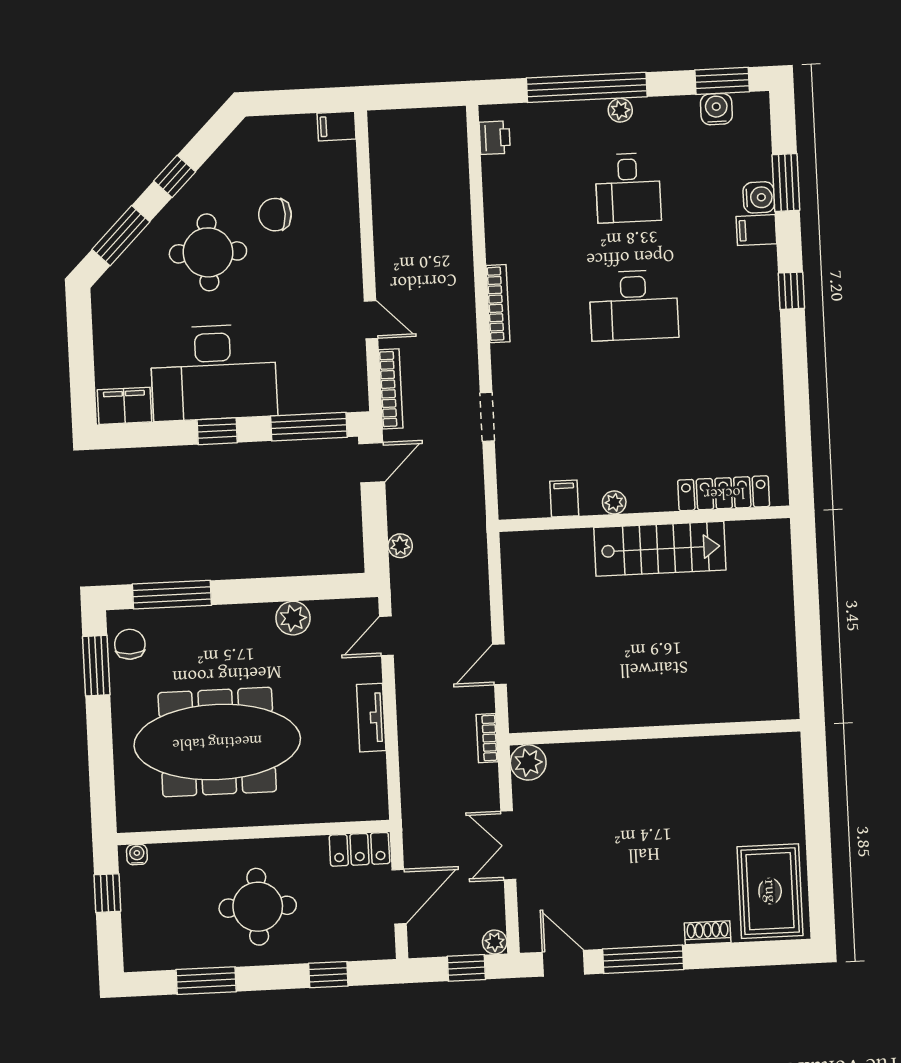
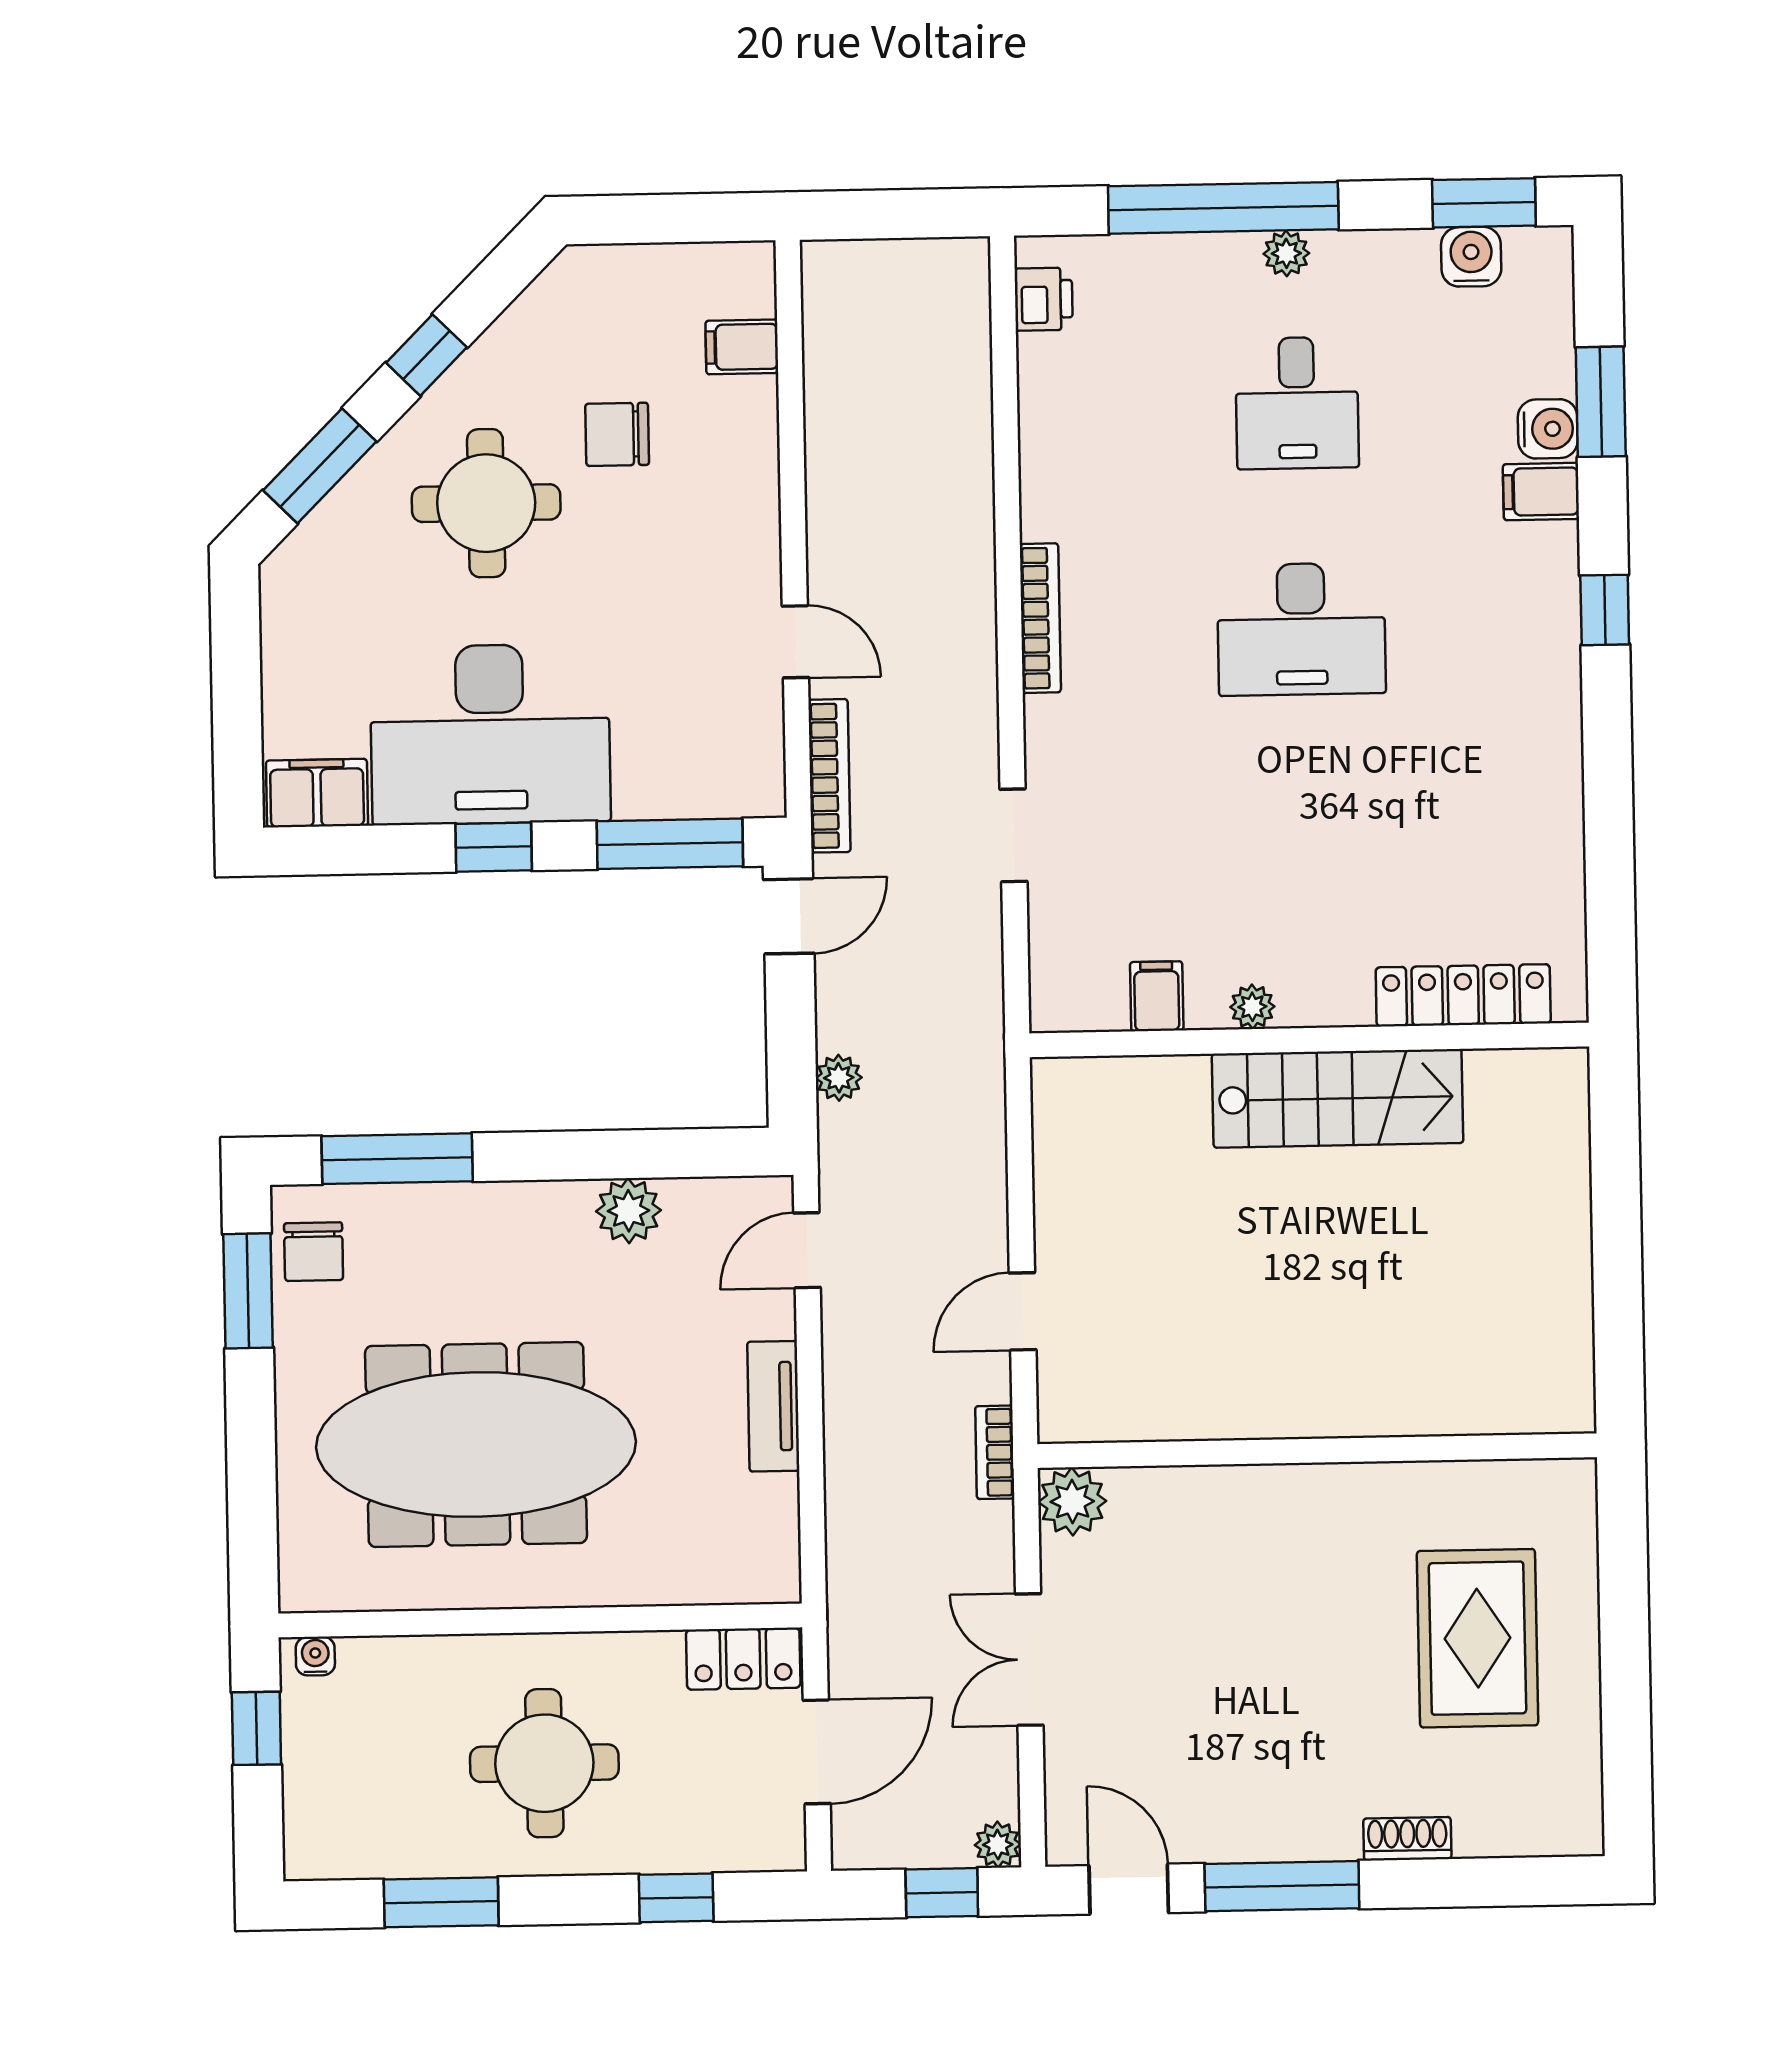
filing cabinet: (337, 126) -> (742, 347), moved
chair: (130, 644) -> (314, 1252), turned 180
rug: (770, 891) -> (1478, 1638), moved

